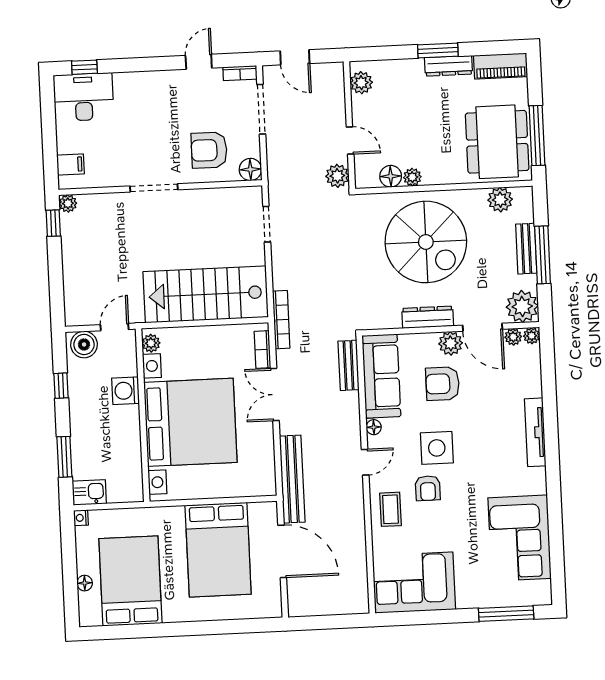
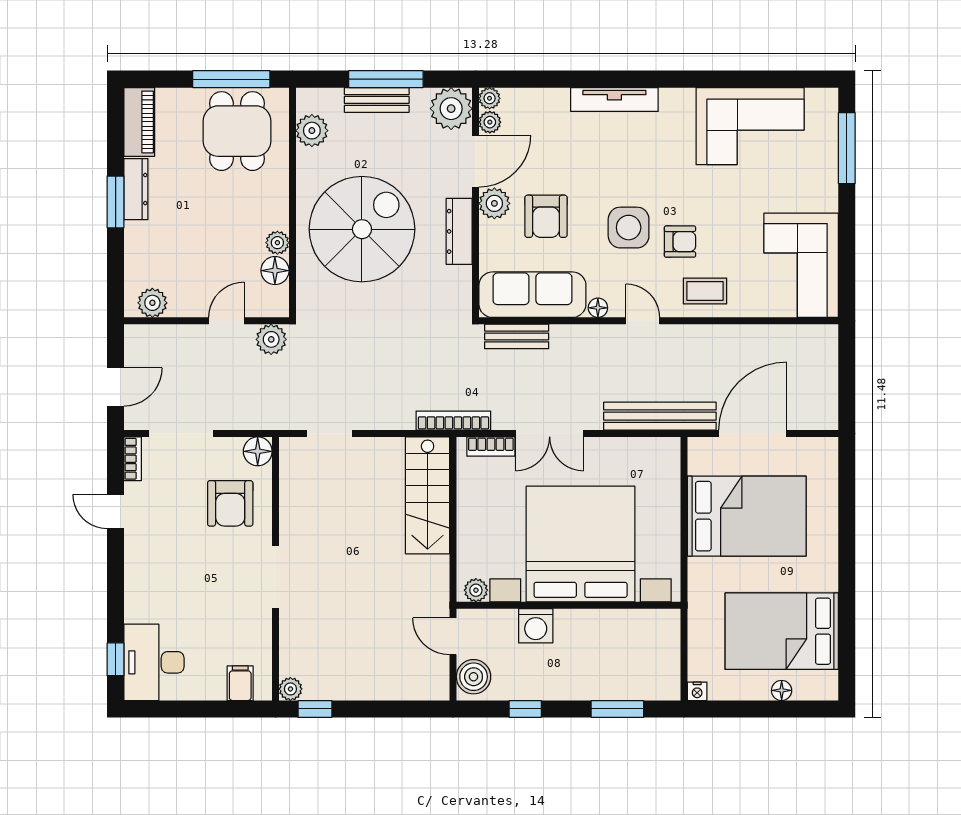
dining table: (497, 142) -> (237, 131), width x0.73
stairs: (206, 294) -> (428, 495), width x0.73, depth x0.66
kitchen sink: (89, 492) -> (665, 679), removed

